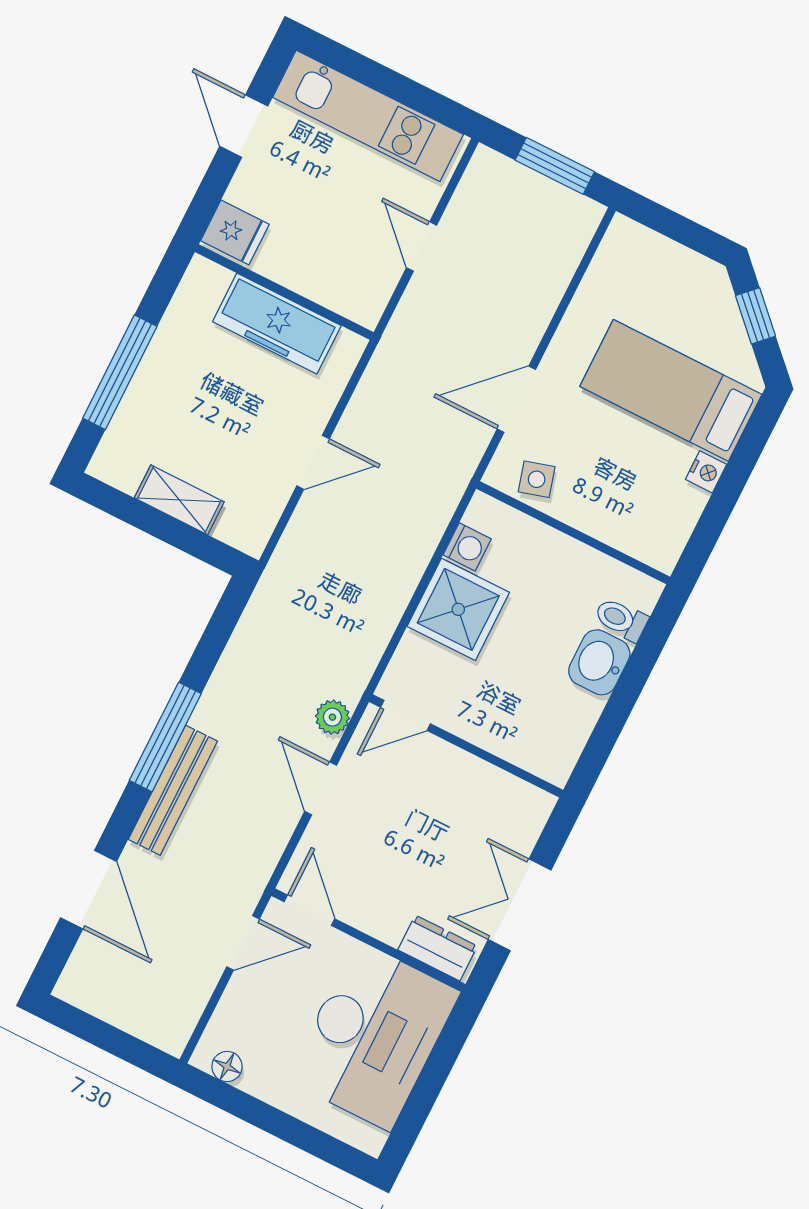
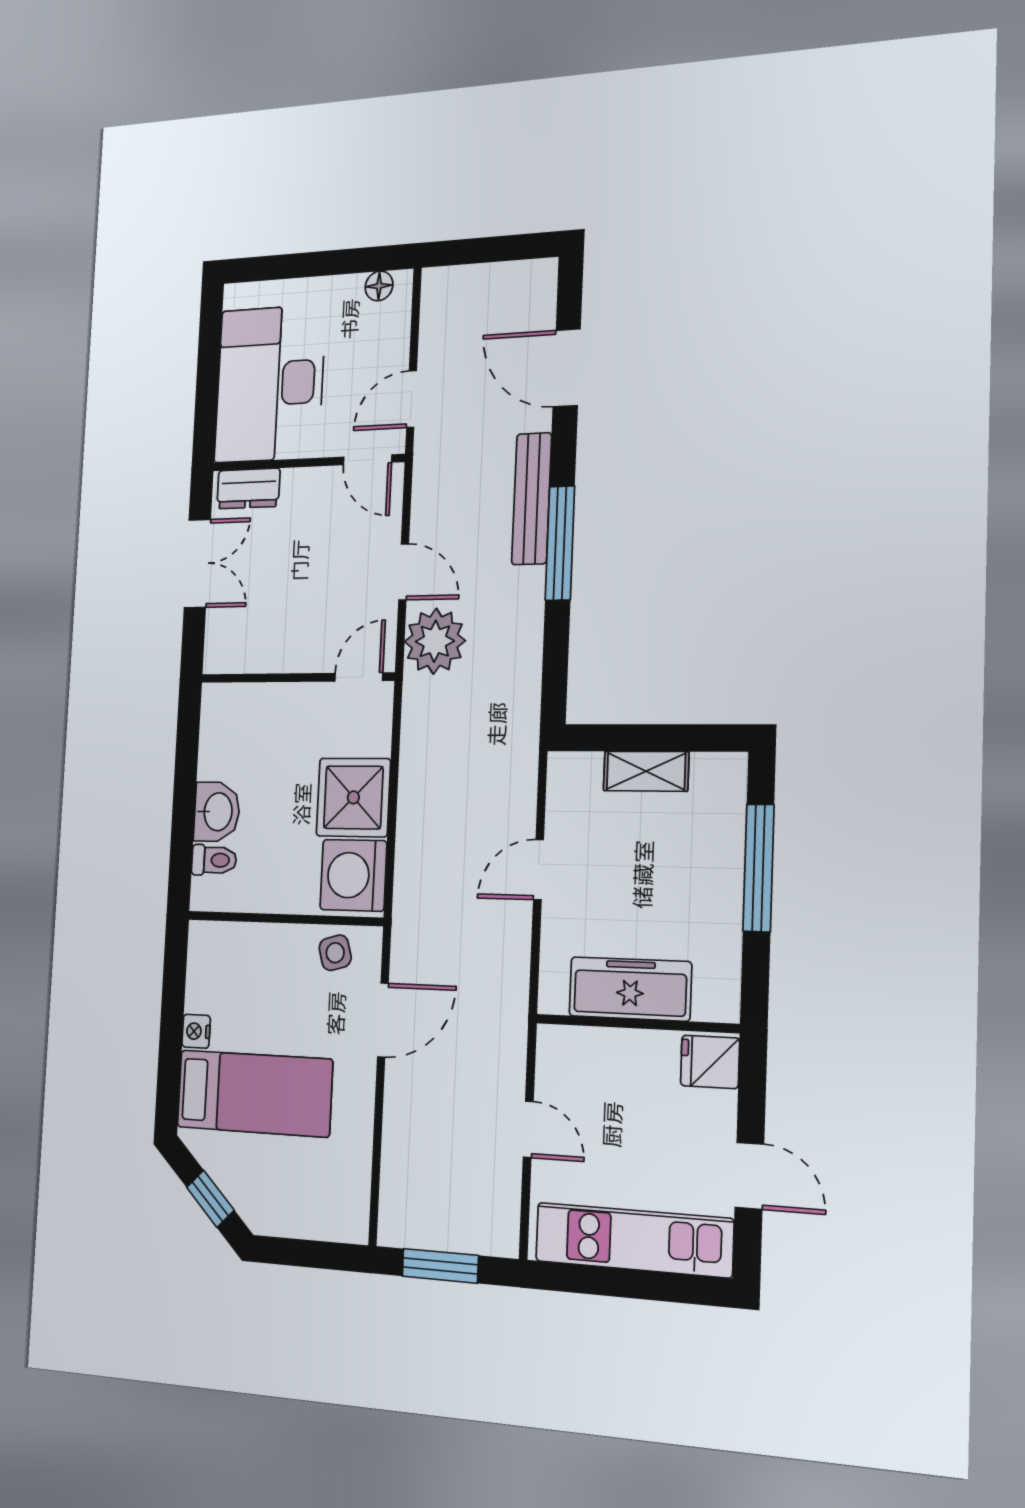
washing machine: (467, 547) -> (353, 875), width x1.89, depth x1.89
plant: (332, 717) -> (435, 641), width x1.87, depth x1.87

